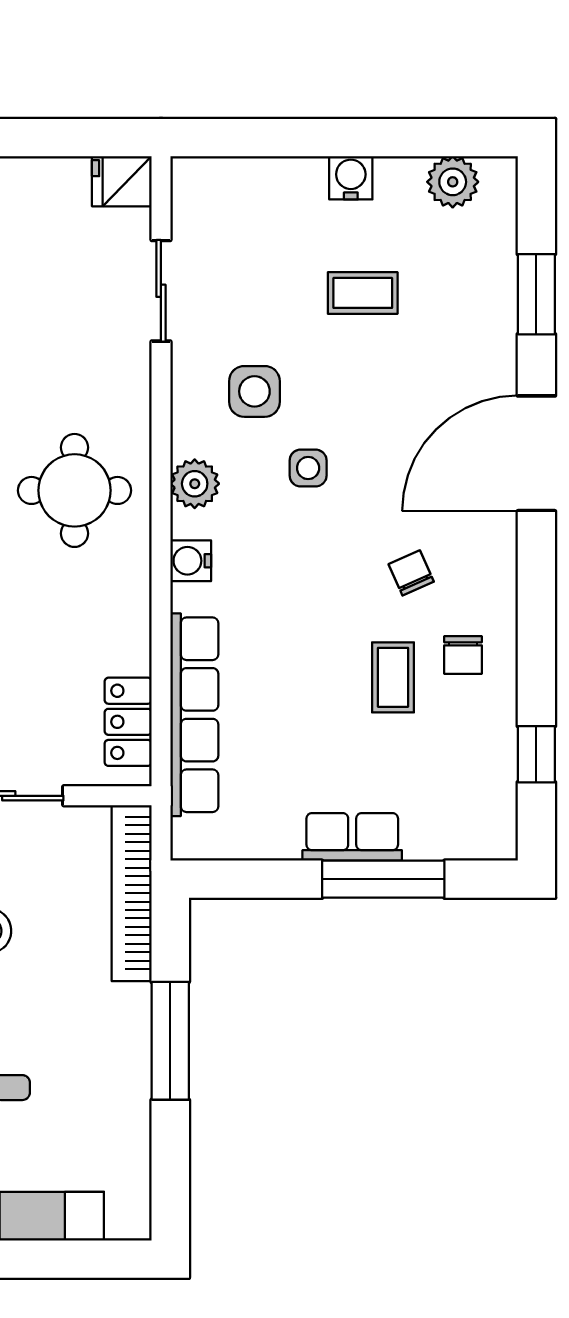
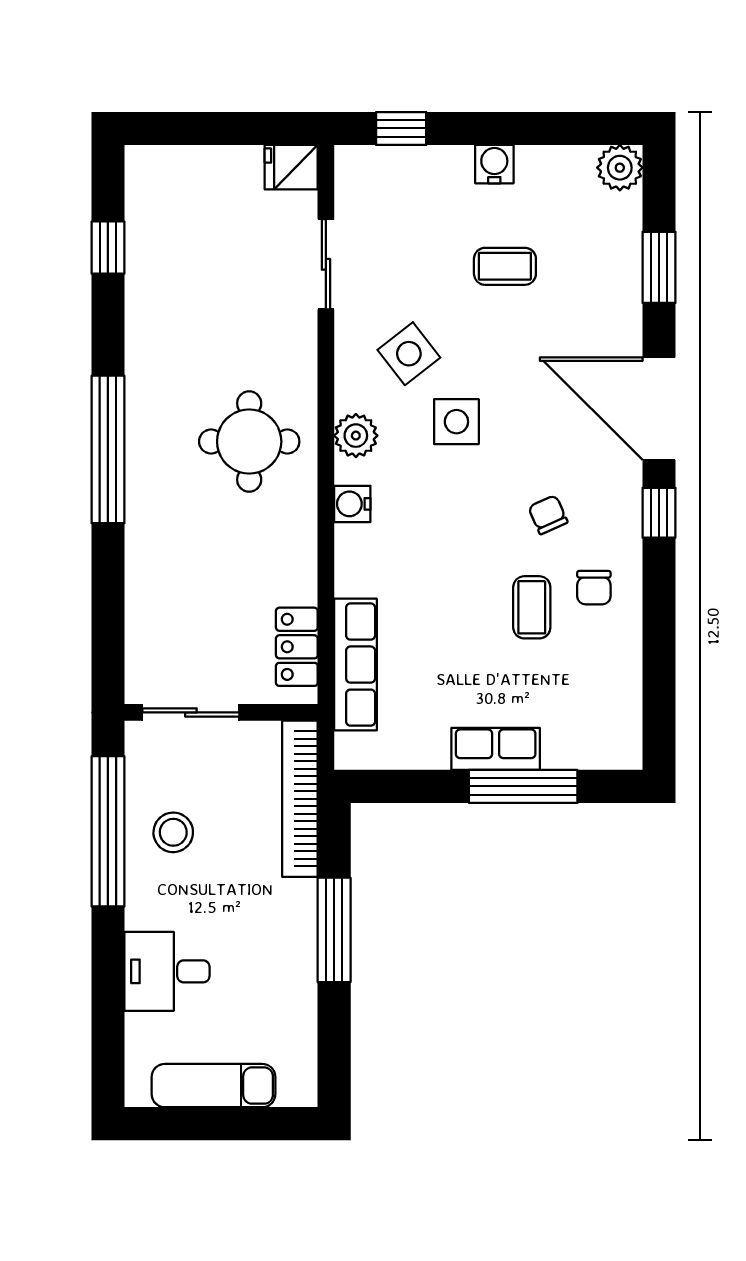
window: (246, 138) -> (401, 128), added
plant: (453, 182) -> (620, 168), moved
side table: (254, 391) -> (409, 354), turned -38
door: (536, 453) -> (659, 409), hinge flipped
side table: (308, 468) -> (456, 422), width x1.37, depth x1.37
row of seats: (194, 715) -> (355, 665), width x0.73
window: (536, 754) -> (659, 513), moved

